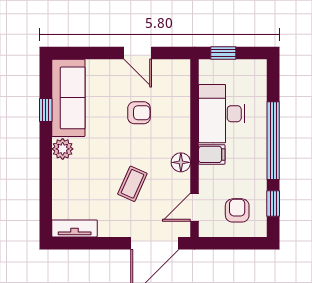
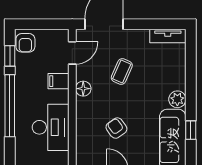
armchair: (139, 113) -> (116, 128), turned 55
filing cabinet: (212, 154) -> (59, 81), moved
armchair: (237, 210) -> (25, 43), moved

